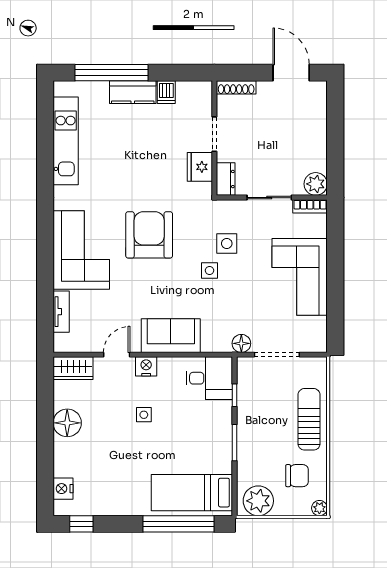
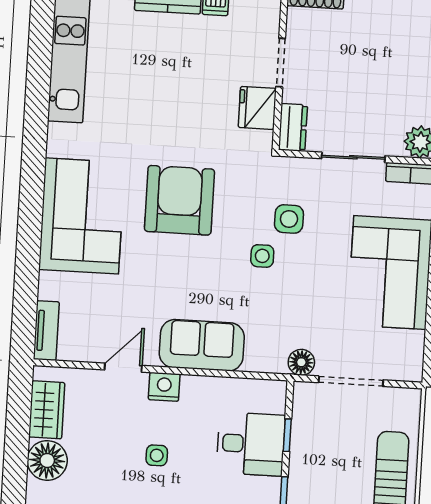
tv unit: (61, 312) -> (46, 331), moved
wardrobe: (73, 368) -> (47, 410), moved, turned -90
desk: (209, 378) -> (251, 444), moved

